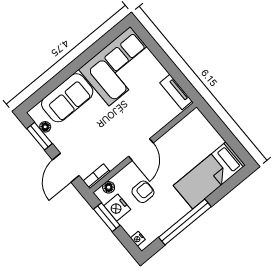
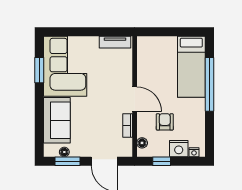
window: (98, 47) -> (39, 70), added
bookcase: (97, 176) -> (128, 126), moved
nightstand: (117, 208) -> (179, 149), moved
window: (107, 217) -> (162, 161), width x0.67
window: (185, 222) -> (209, 84), moved

